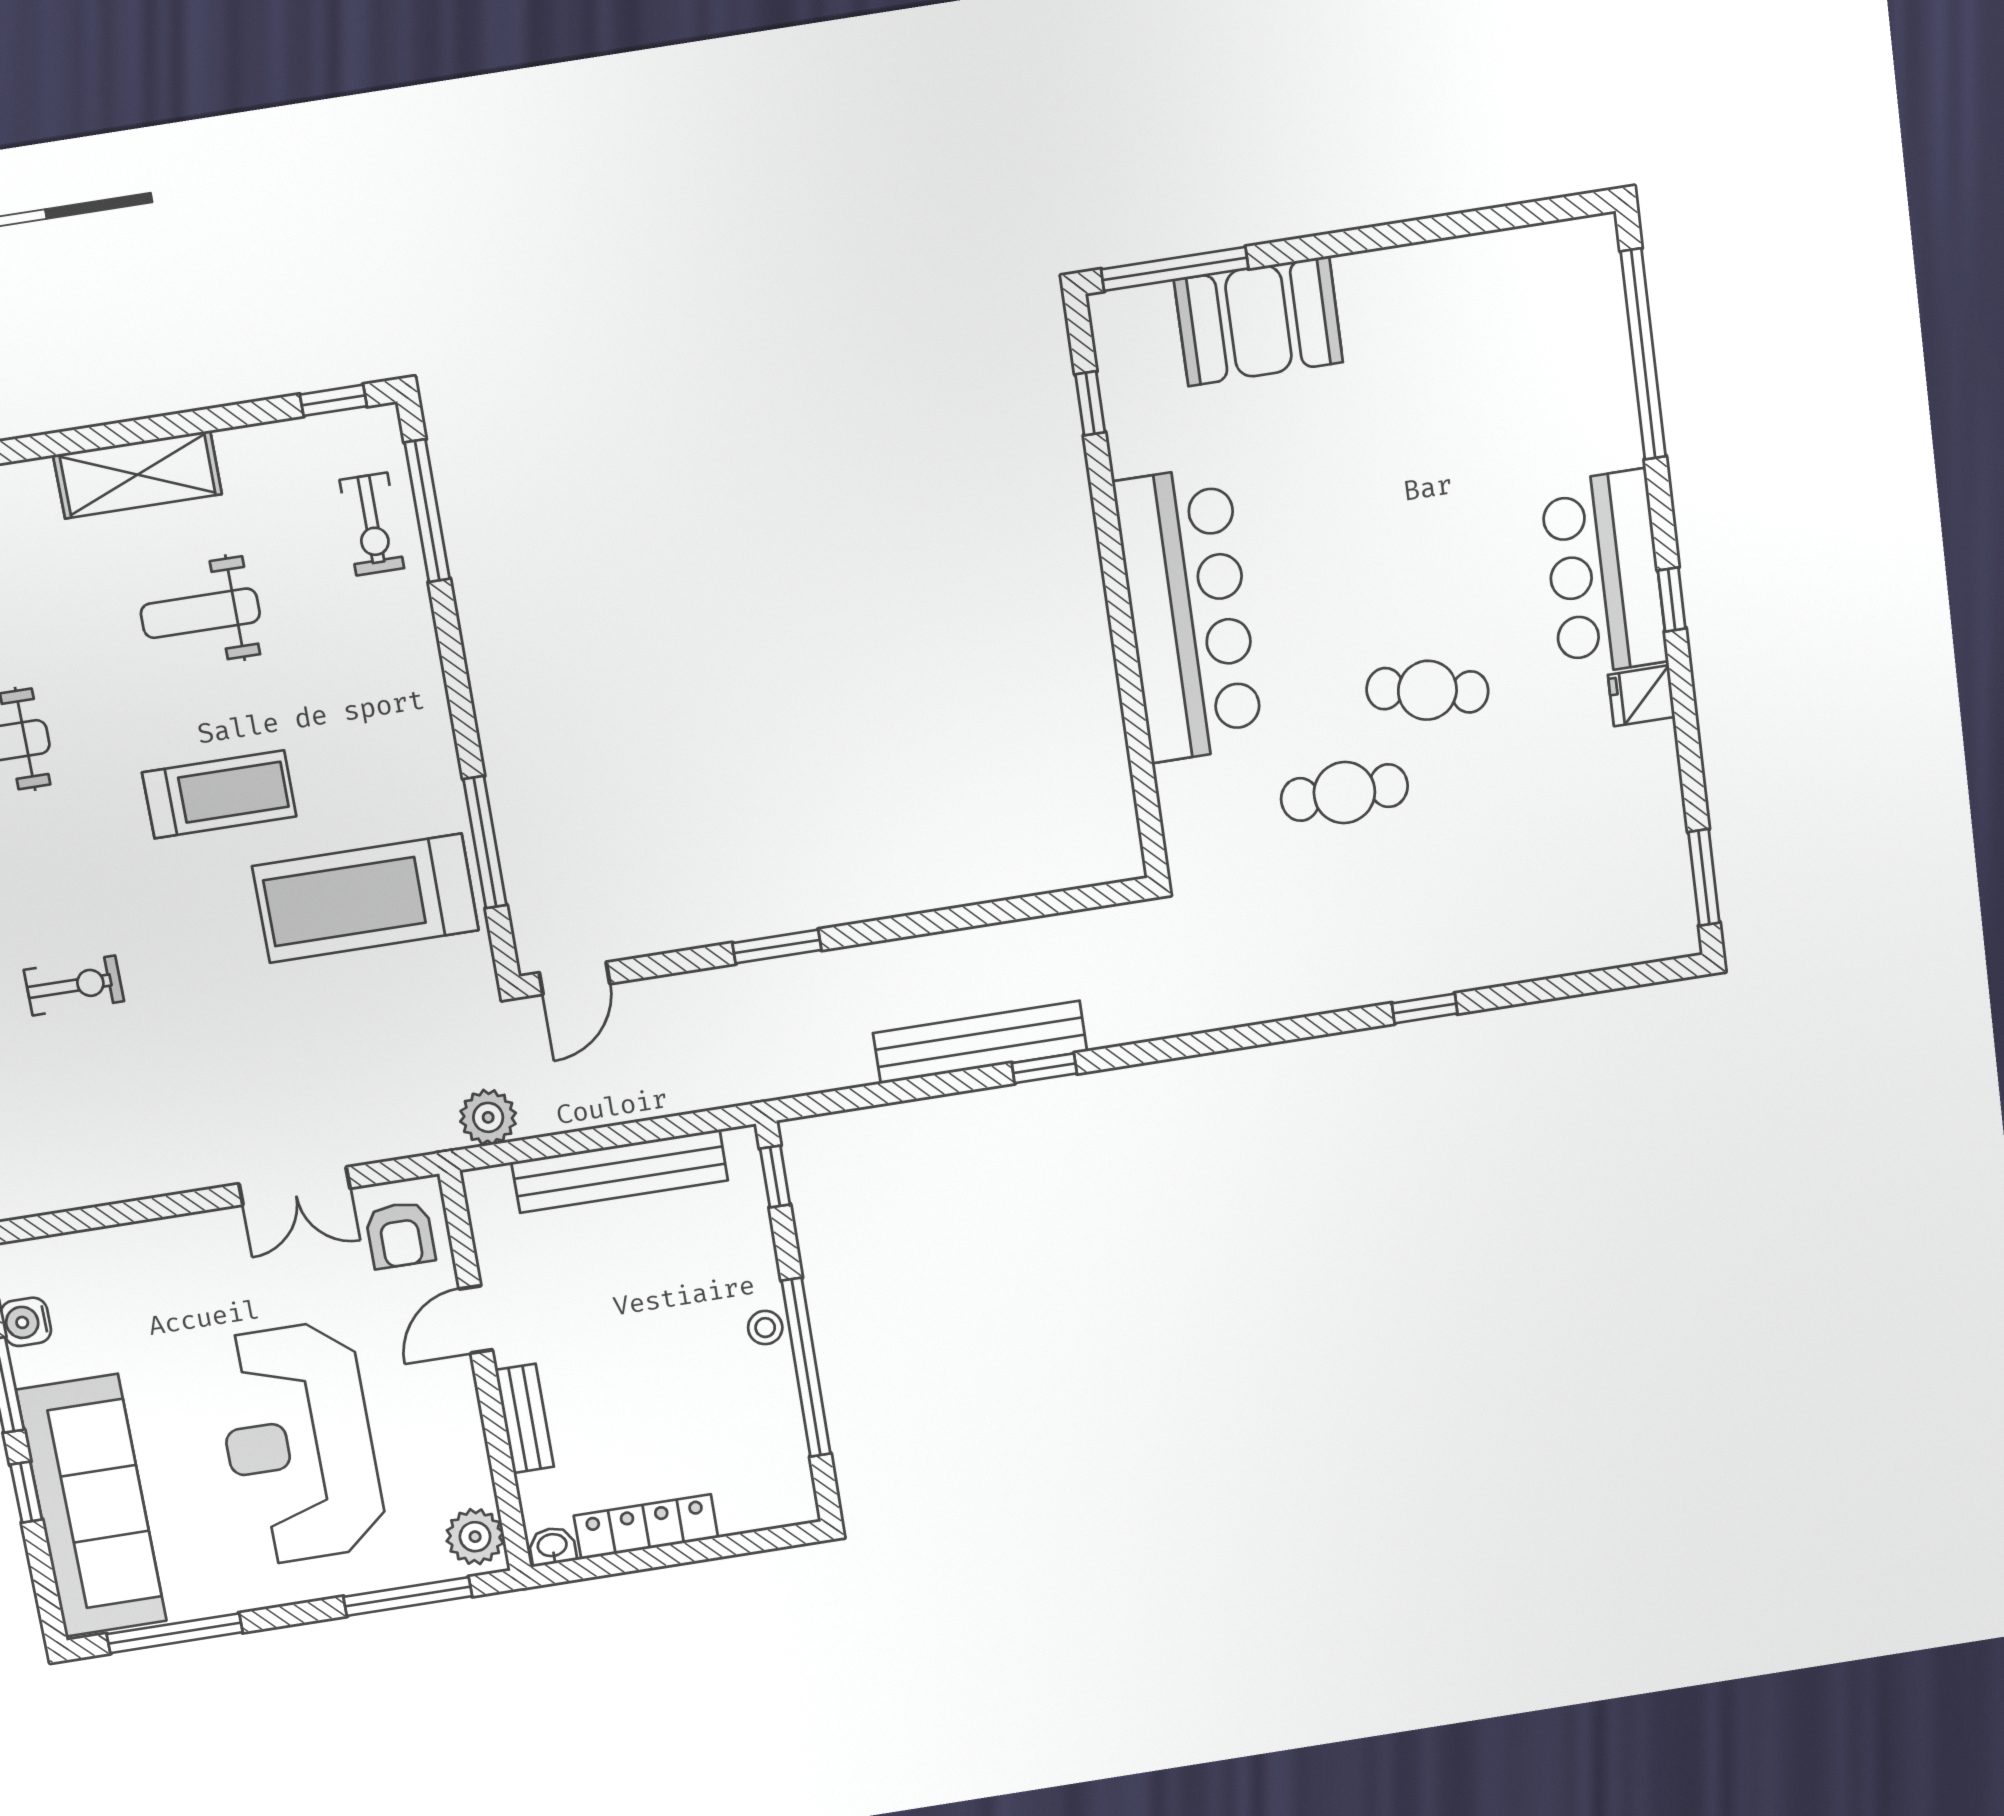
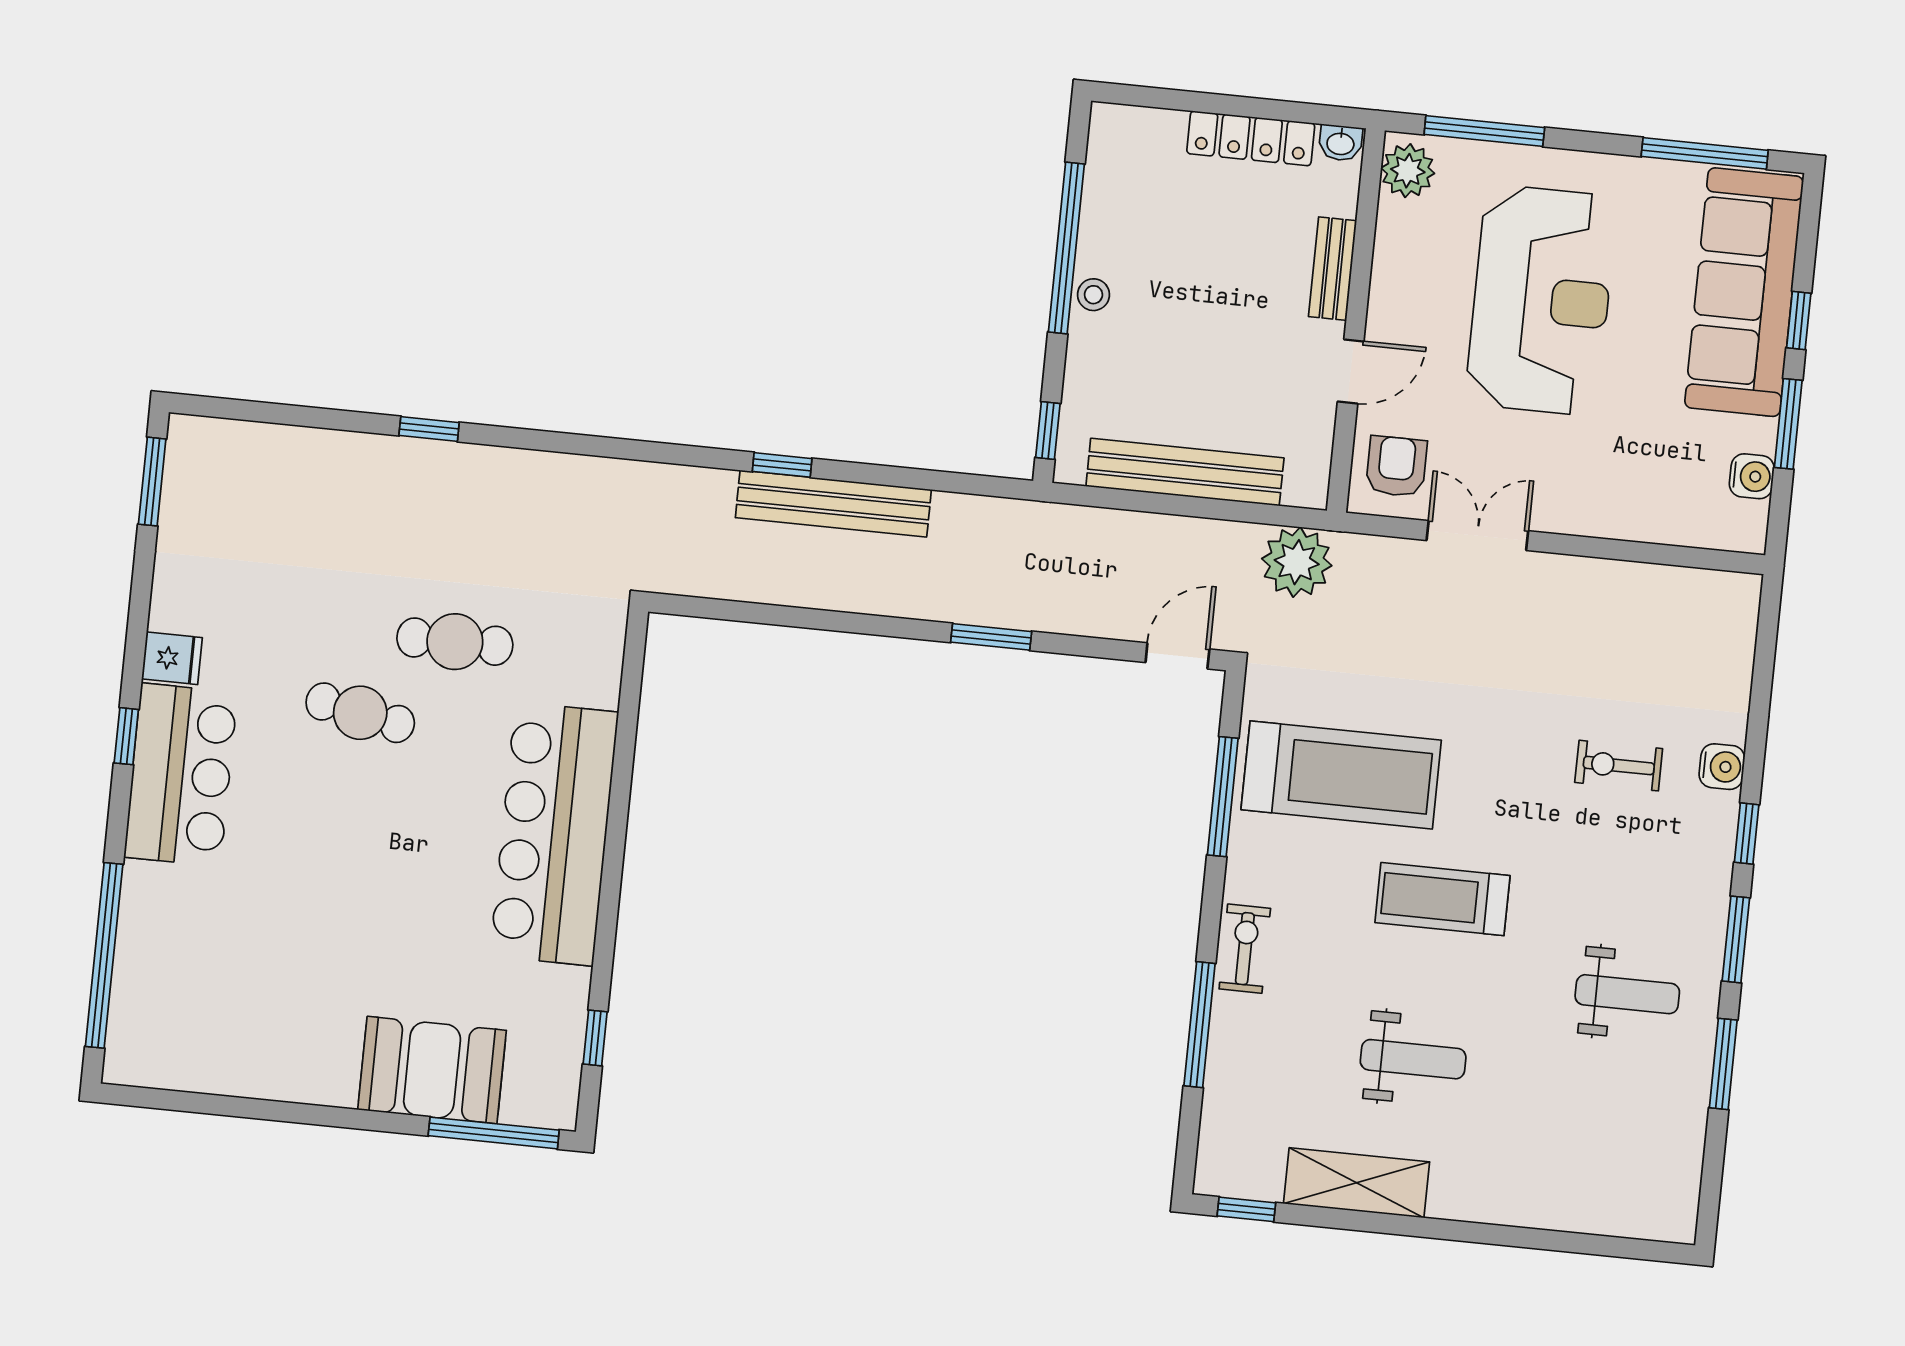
shelving: (137, 475) -> (1357, 1183), moved
window: (427, 511) -> (1200, 1025), moved
exercise bike: (372, 524) -> (1245, 949), moved
plant: (488, 1117) -> (1297, 562), width x1.36, depth x1.36

